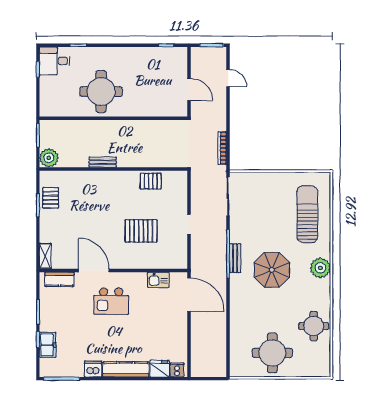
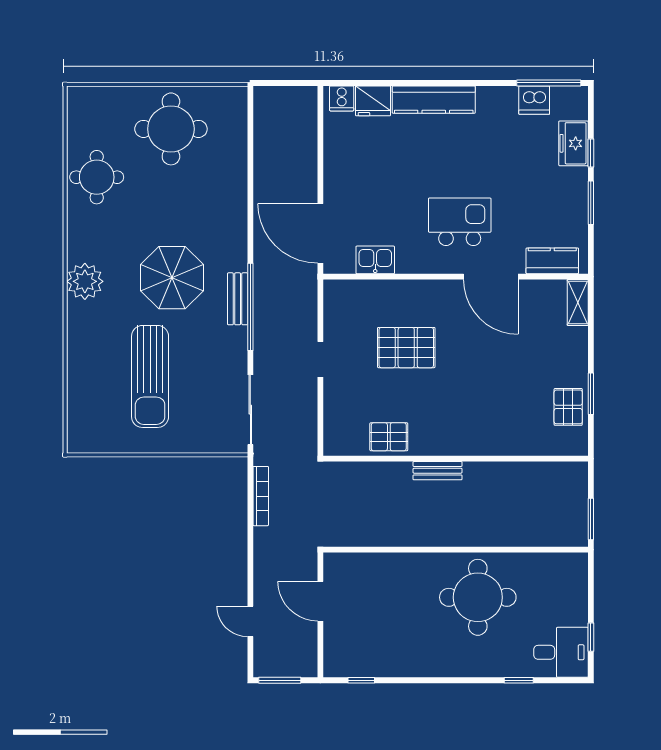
plant: (49, 158) -> (571, 479), removed
bench: (103, 162) -> (438, 471), moved
sun lounger: (307, 214) -> (150, 376), moved
dishwasher: (93, 369) -> (534, 100), moved

